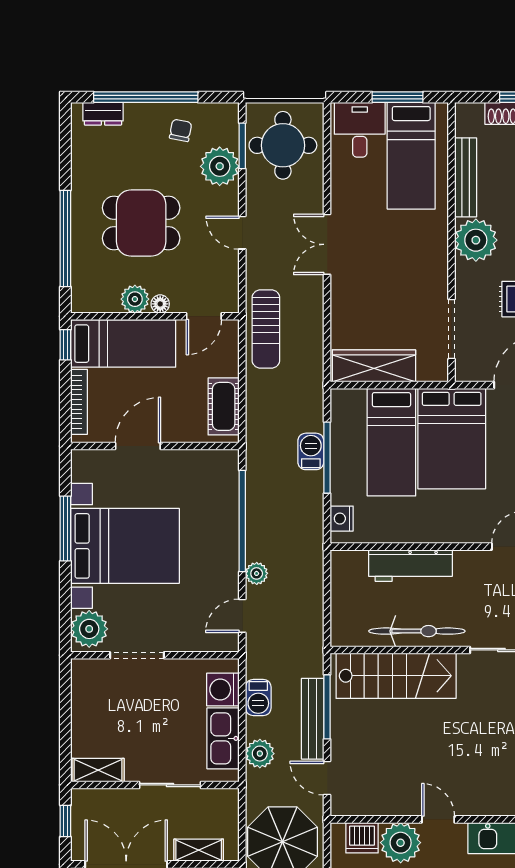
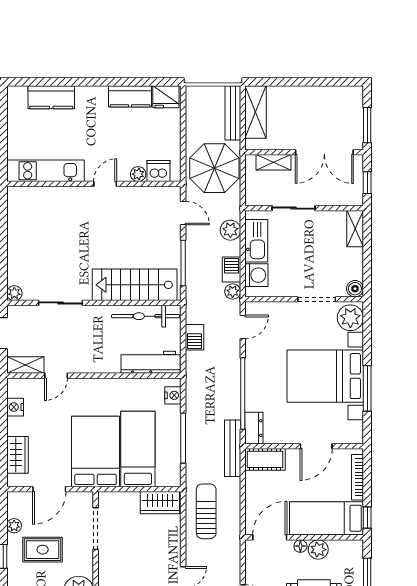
door: (204, 316) -> (270, 537), width x1.38
sun lounger: (266, 329) -> (206, 511), moved
wardrobe: (374, 366) -> (160, 503), width x0.67
cot: (224, 406) -> (265, 459), moved, turned 90
barbecue: (311, 451) -> (195, 337), moved
dresser: (226, 472) -> (254, 428), added
workbench: (410, 566) -> (151, 362), moved
plant: (257, 573) -> (233, 292), moved
bicycle: (417, 631) -> (146, 316), moved
boiler: (83, 670) -> (355, 289), added
bench: (313, 719) -> (233, 448), moved
shelving: (98, 770) -> (355, 229), moved, turned 90
door: (438, 819) -> (105, 184), swing flipped
plant: (401, 843) -> (138, 174), width x0.53, depth x0.53

